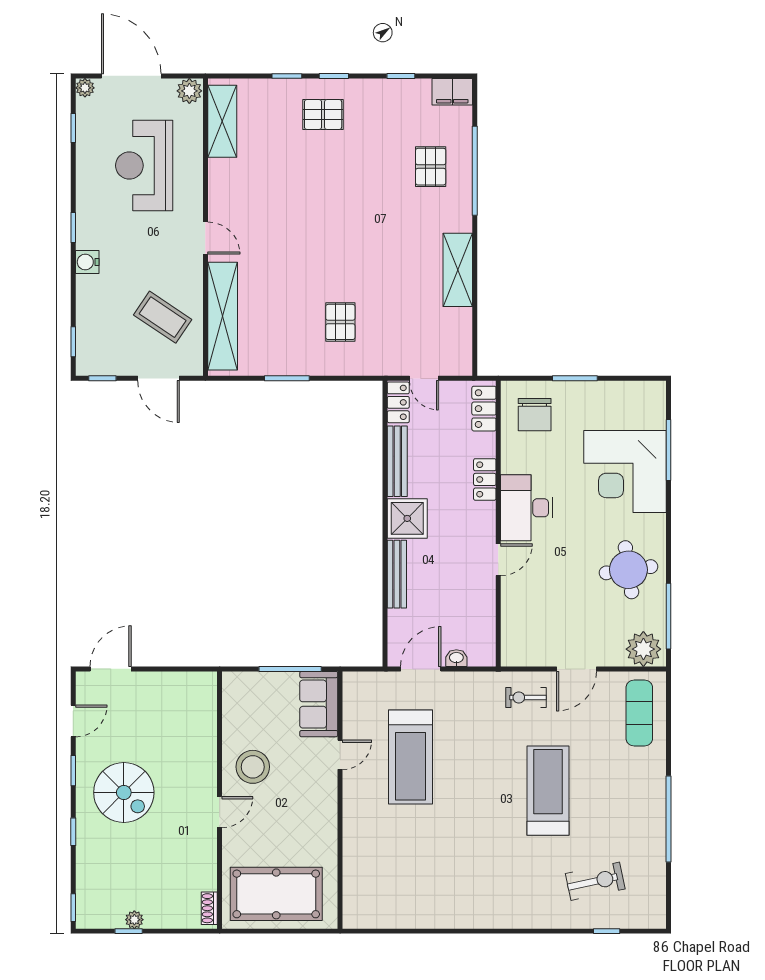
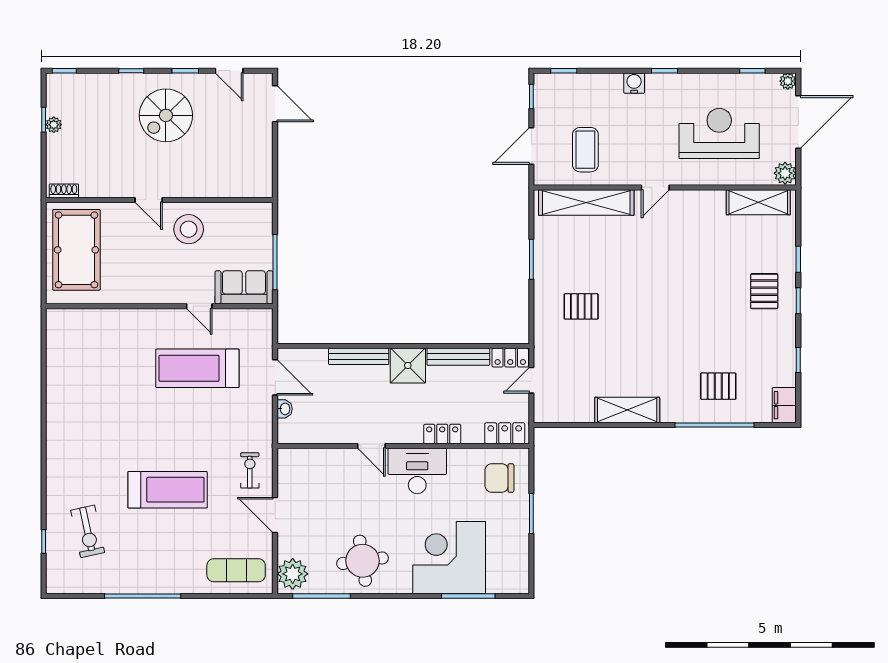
coffee table: (163, 317) -> (585, 150), turned -34

